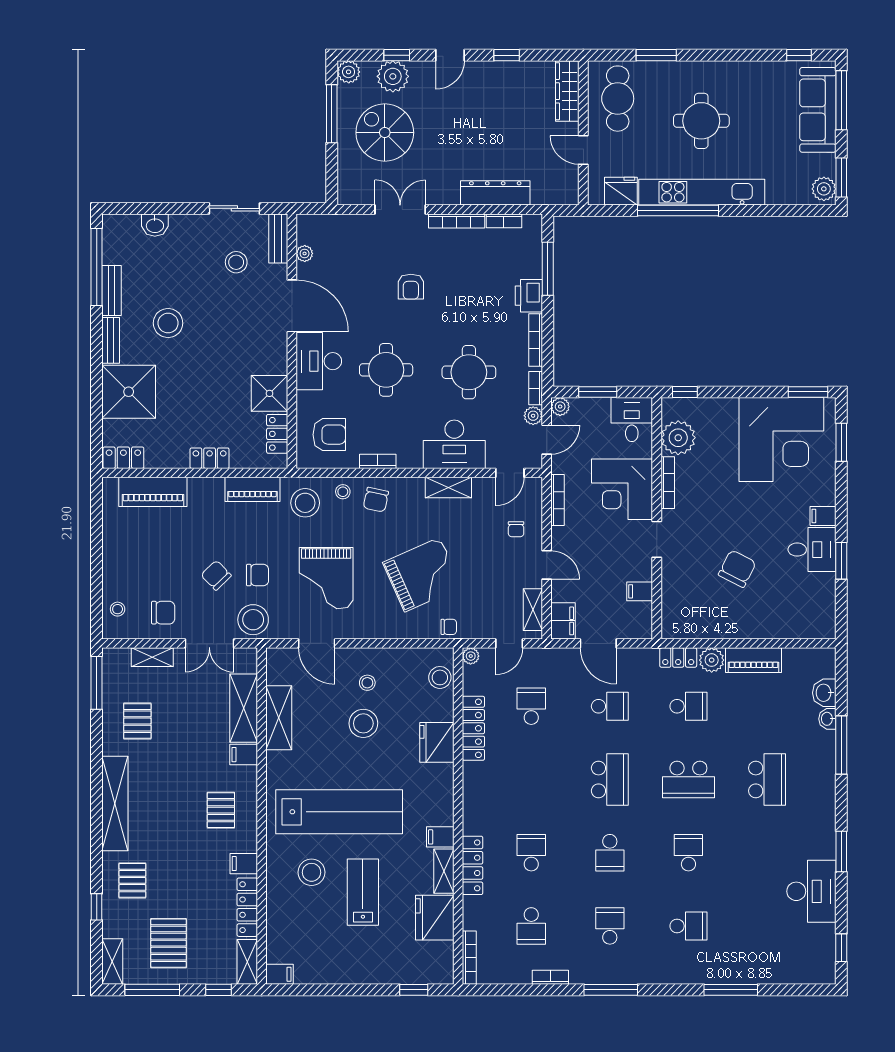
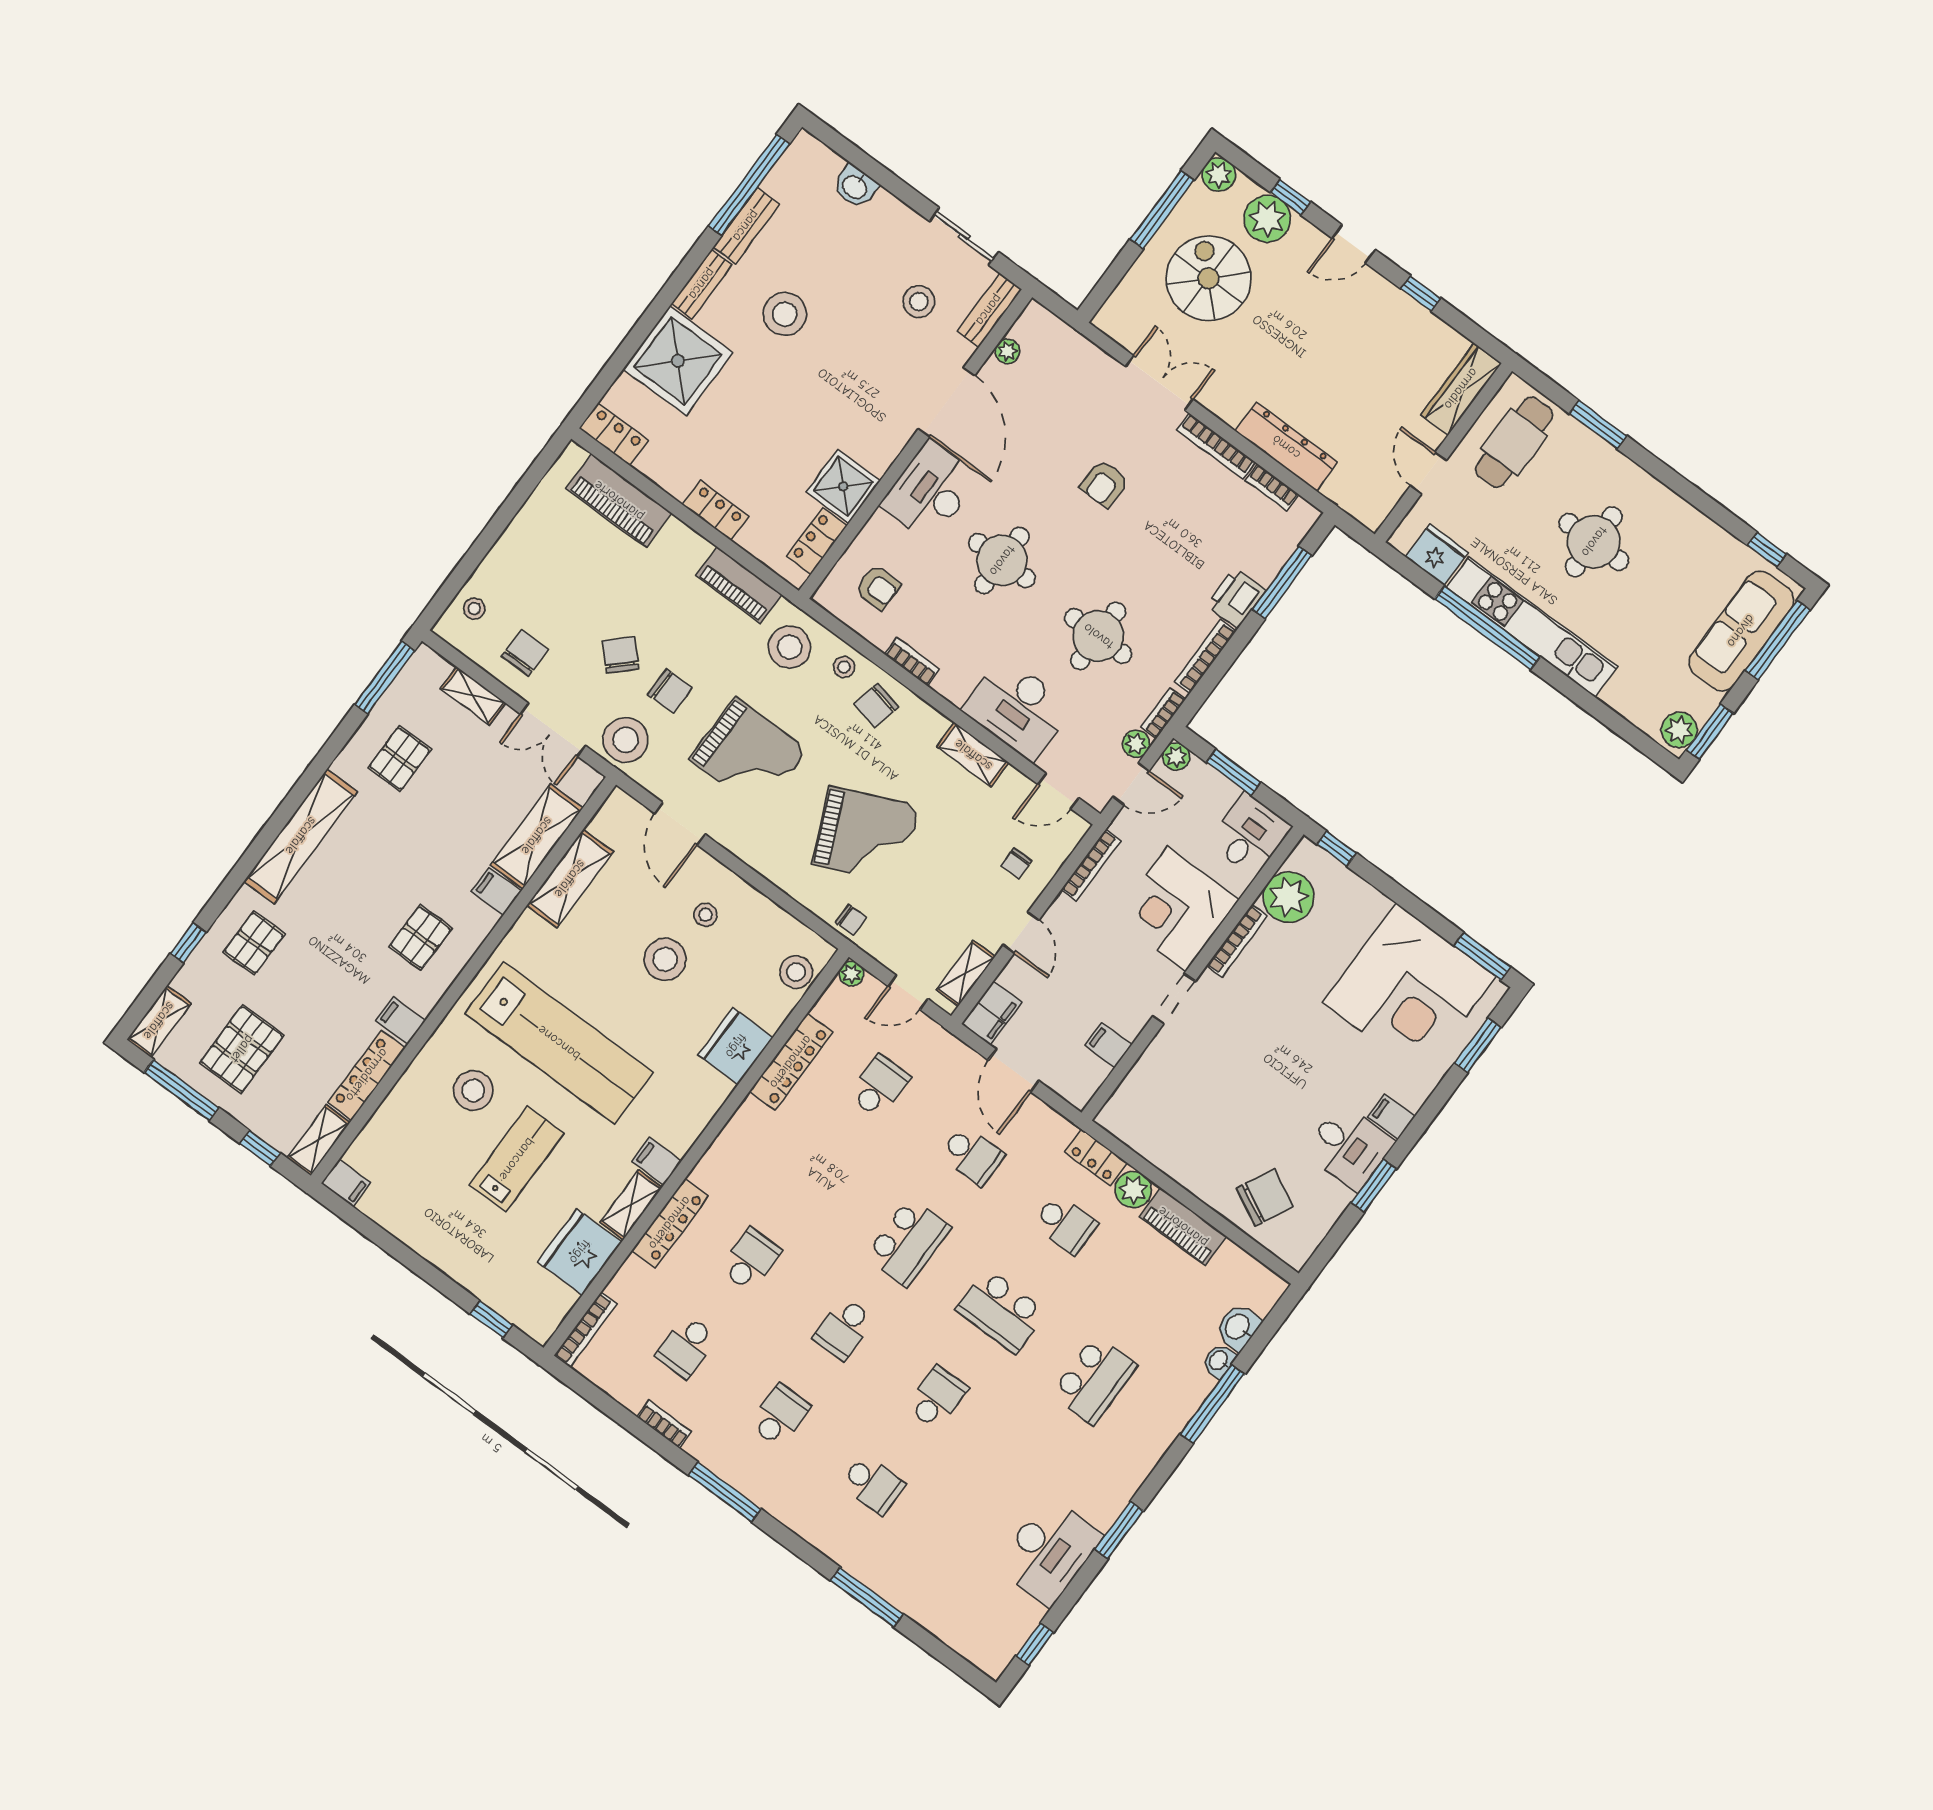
armchair: (329, 435) -> (878, 587), width x0.72, depth x0.72
chair: (737, 569) -> (1265, 1197), moved
grand piano: (326, 578) -> (748, 755), turned -90
chair: (163, 613) -> (525, 653), turned -90

